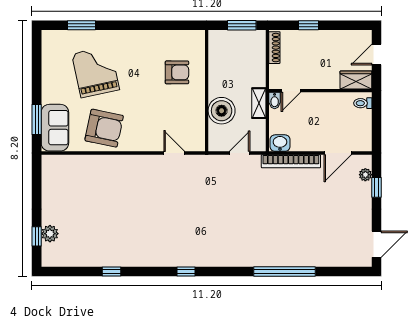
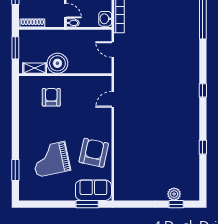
shelving: (259, 103) -> (35, 68), moved
boiler: (222, 111) -> (57, 63), moved

